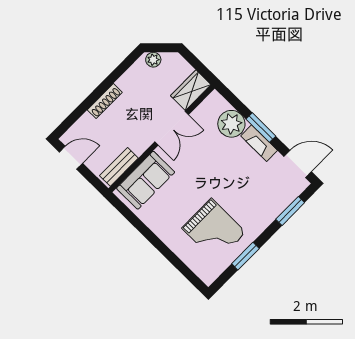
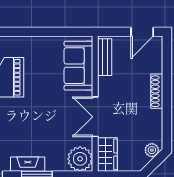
plant: (231, 124) -> (80, 159), moved

